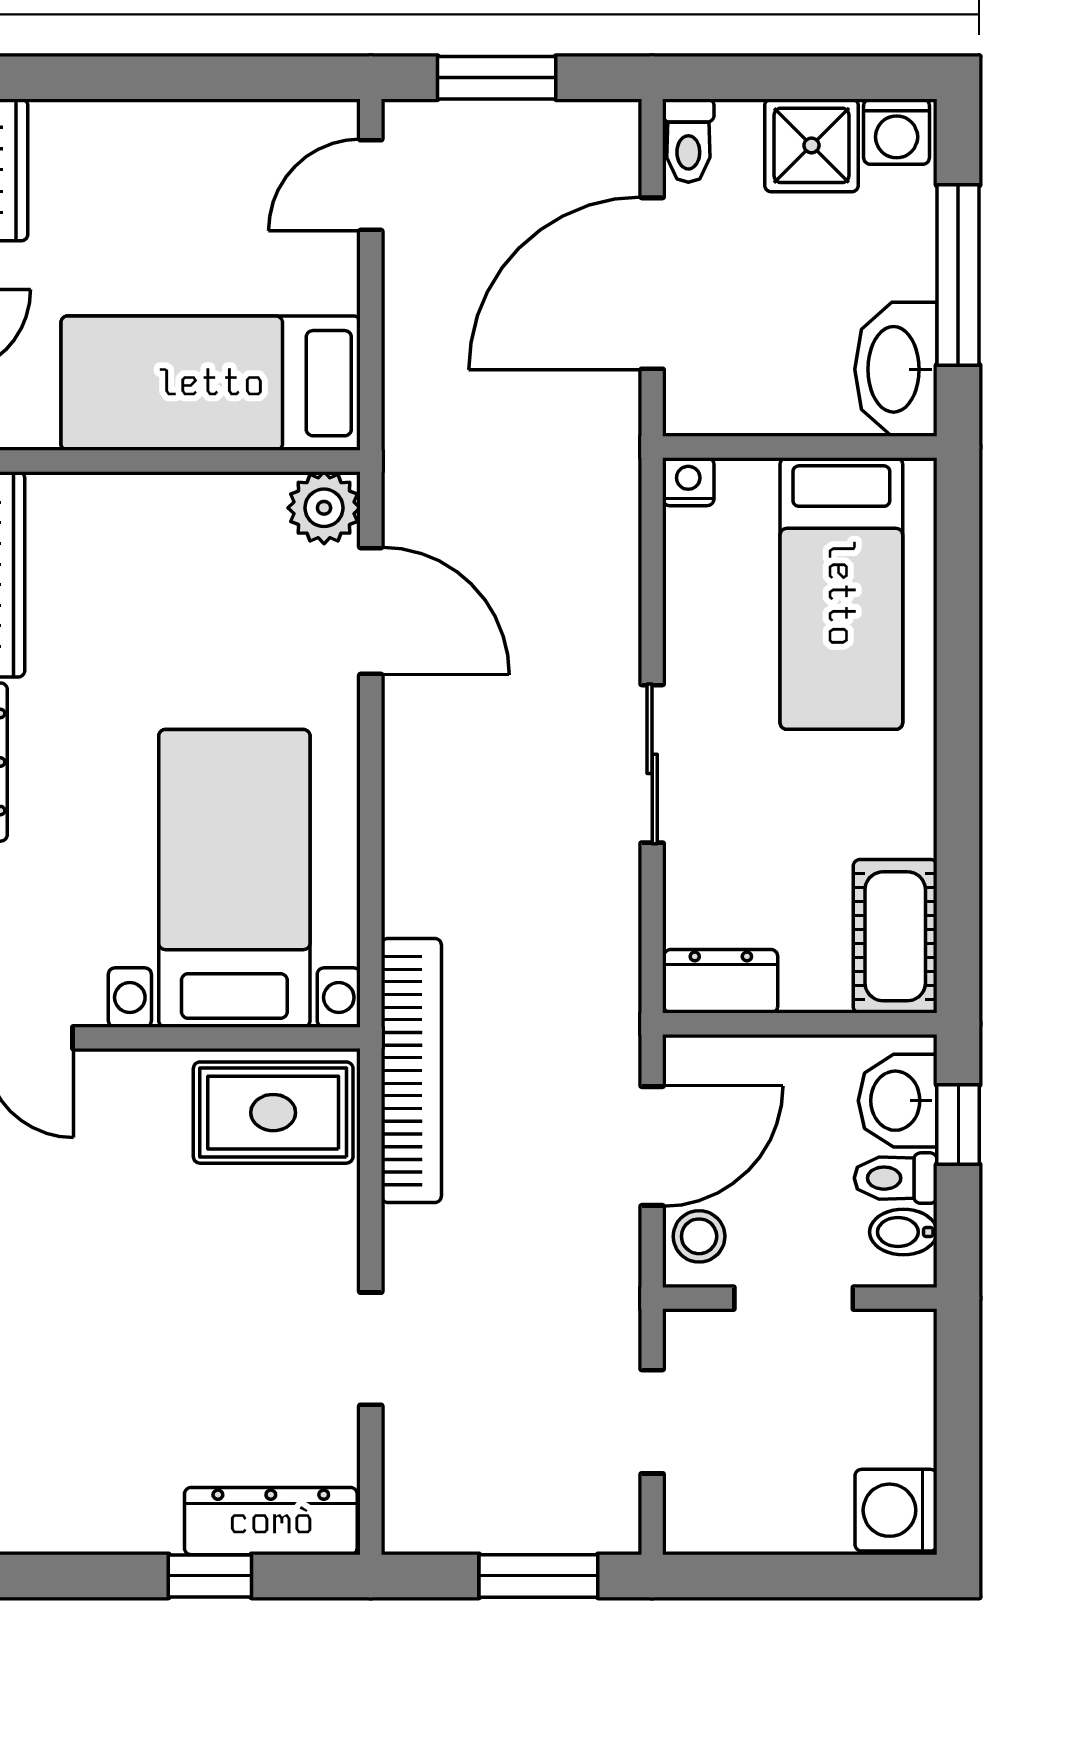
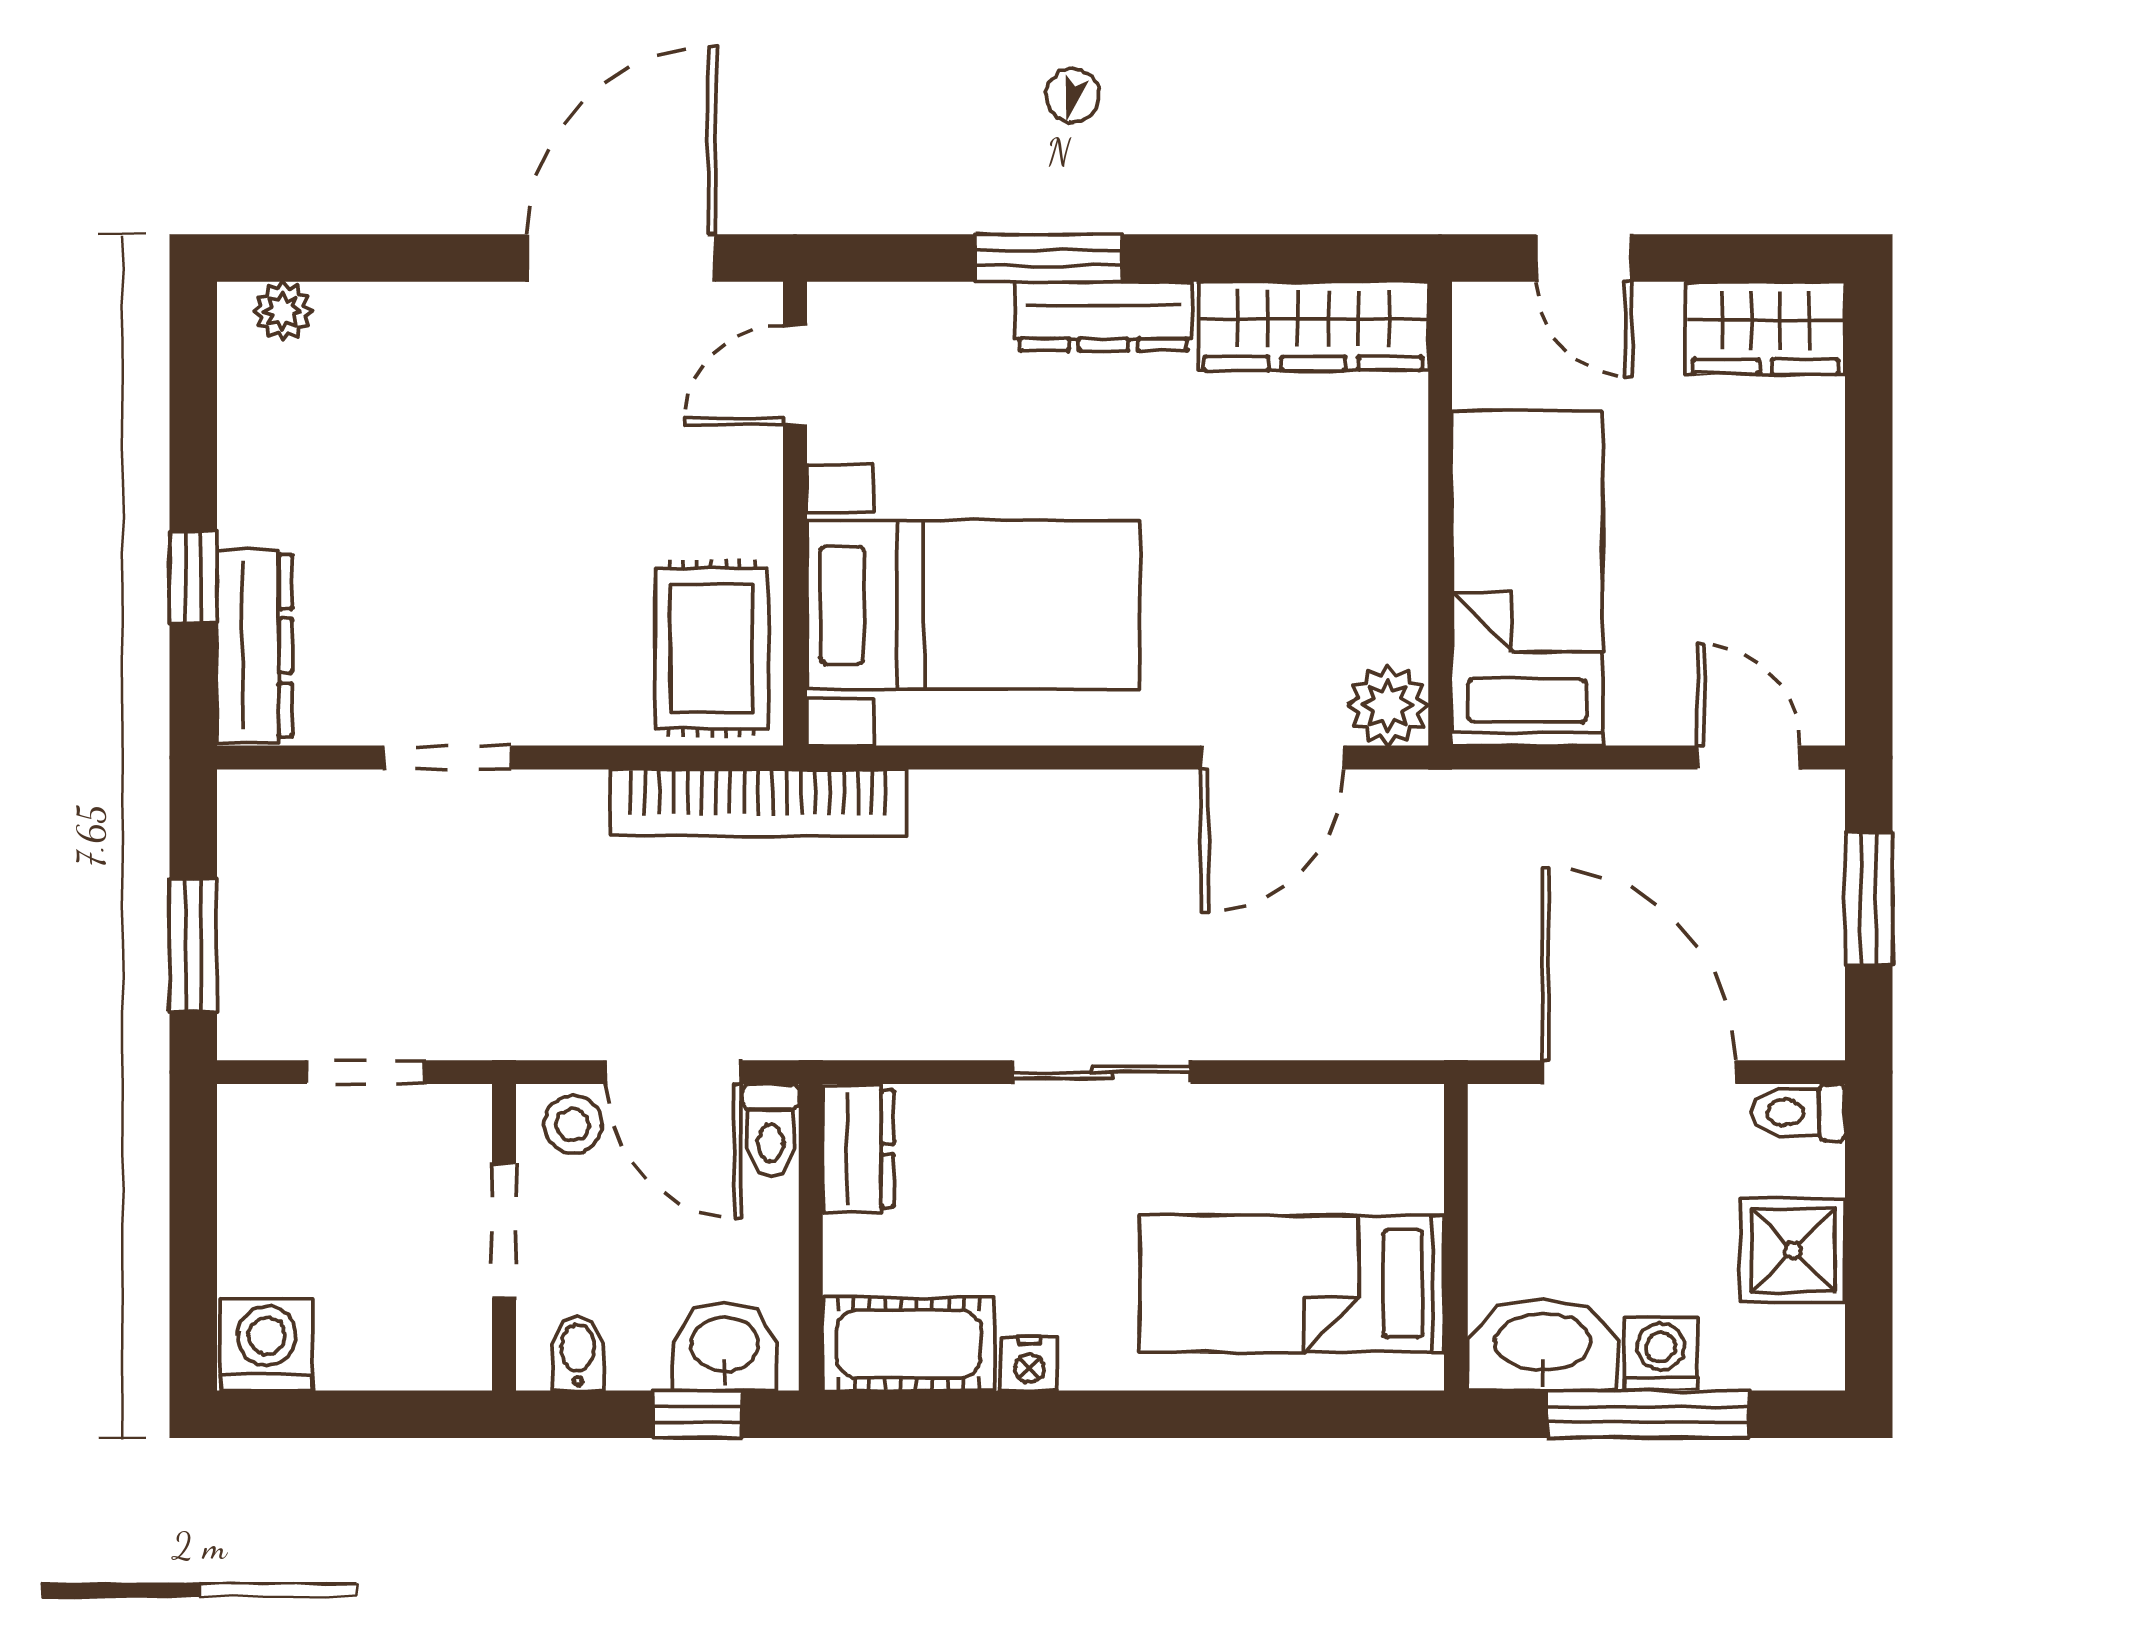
washing machine: (897, 132) -> (1661, 1354), moved, turned 90
nightstand: (688, 482) -> (1029, 1364), moved, turned 90
toilet: (896, 1178) -> (771, 1130), moved, turned 180

